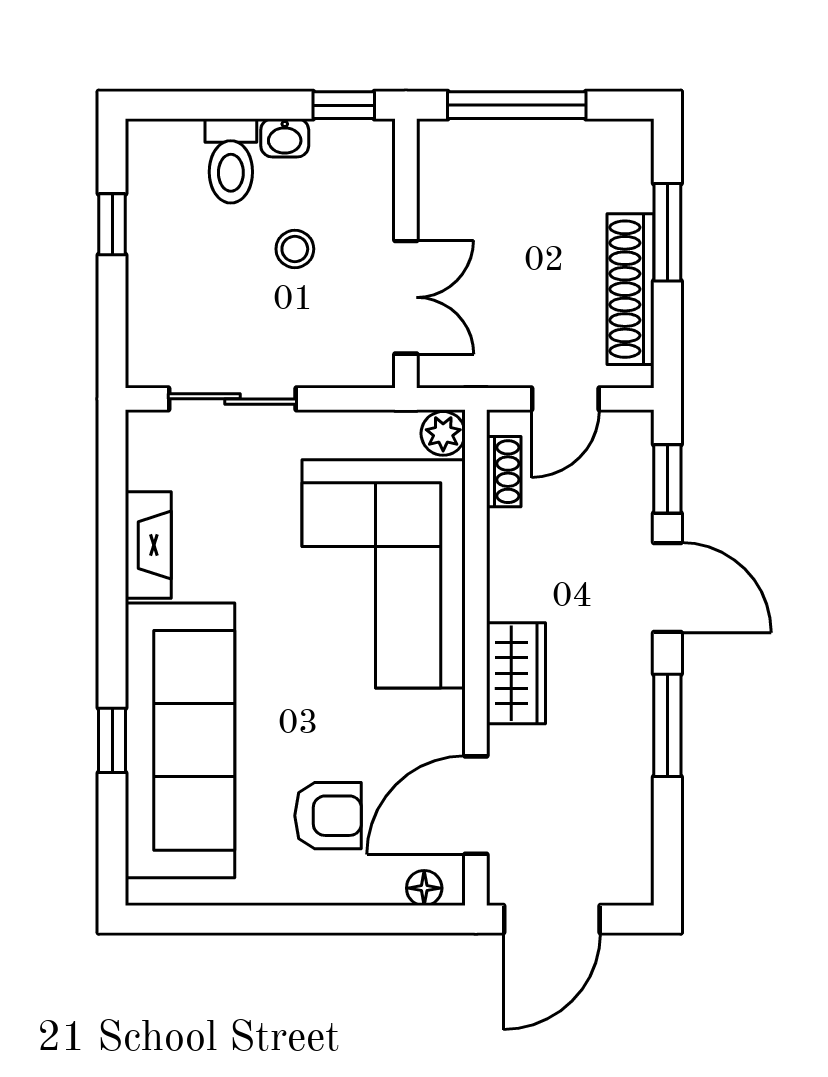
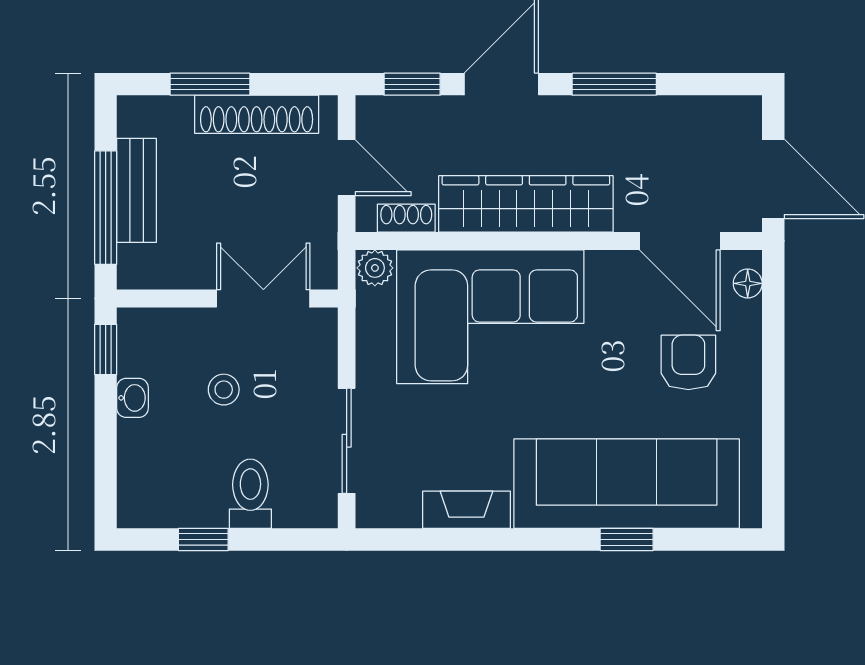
bench: (538, 143) -> (137, 190), added
toilet: (231, 161) -> (250, 494), moved, turned -90
wardrobe: (516, 673) -> (526, 204), width x2.10, depth x1.17

